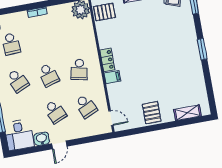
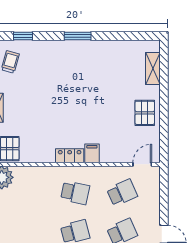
pallet: (152, 113) -> (145, 113), turned 90

